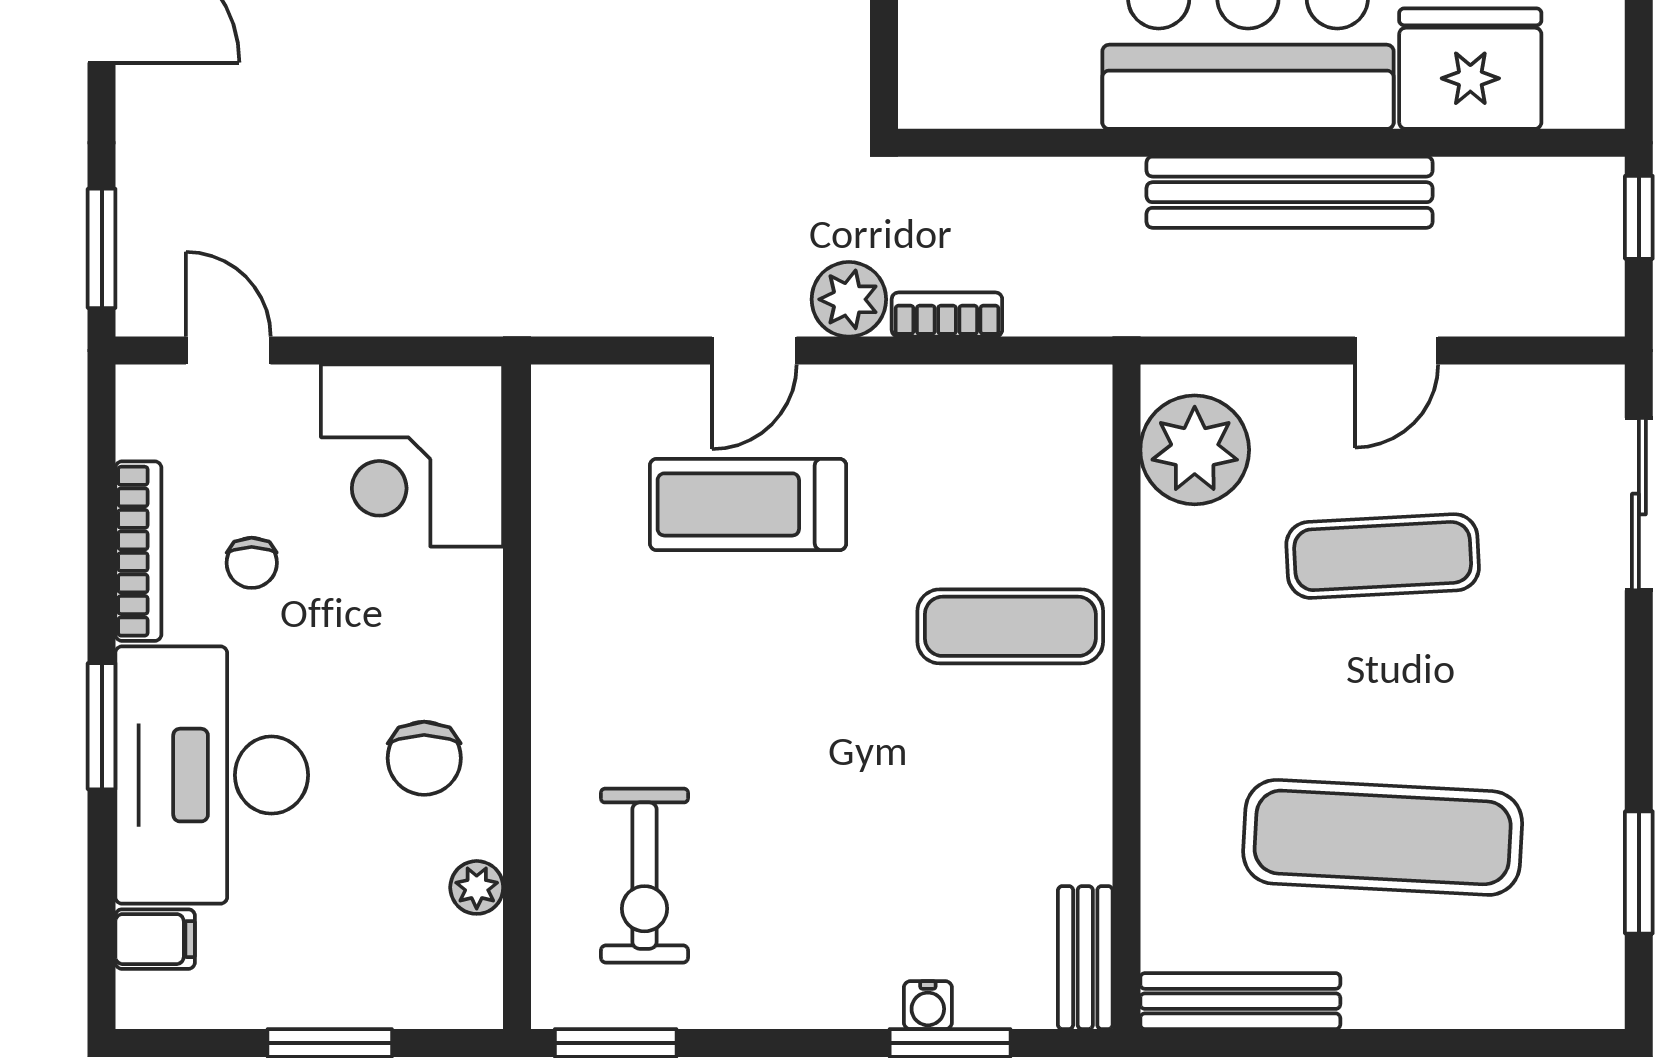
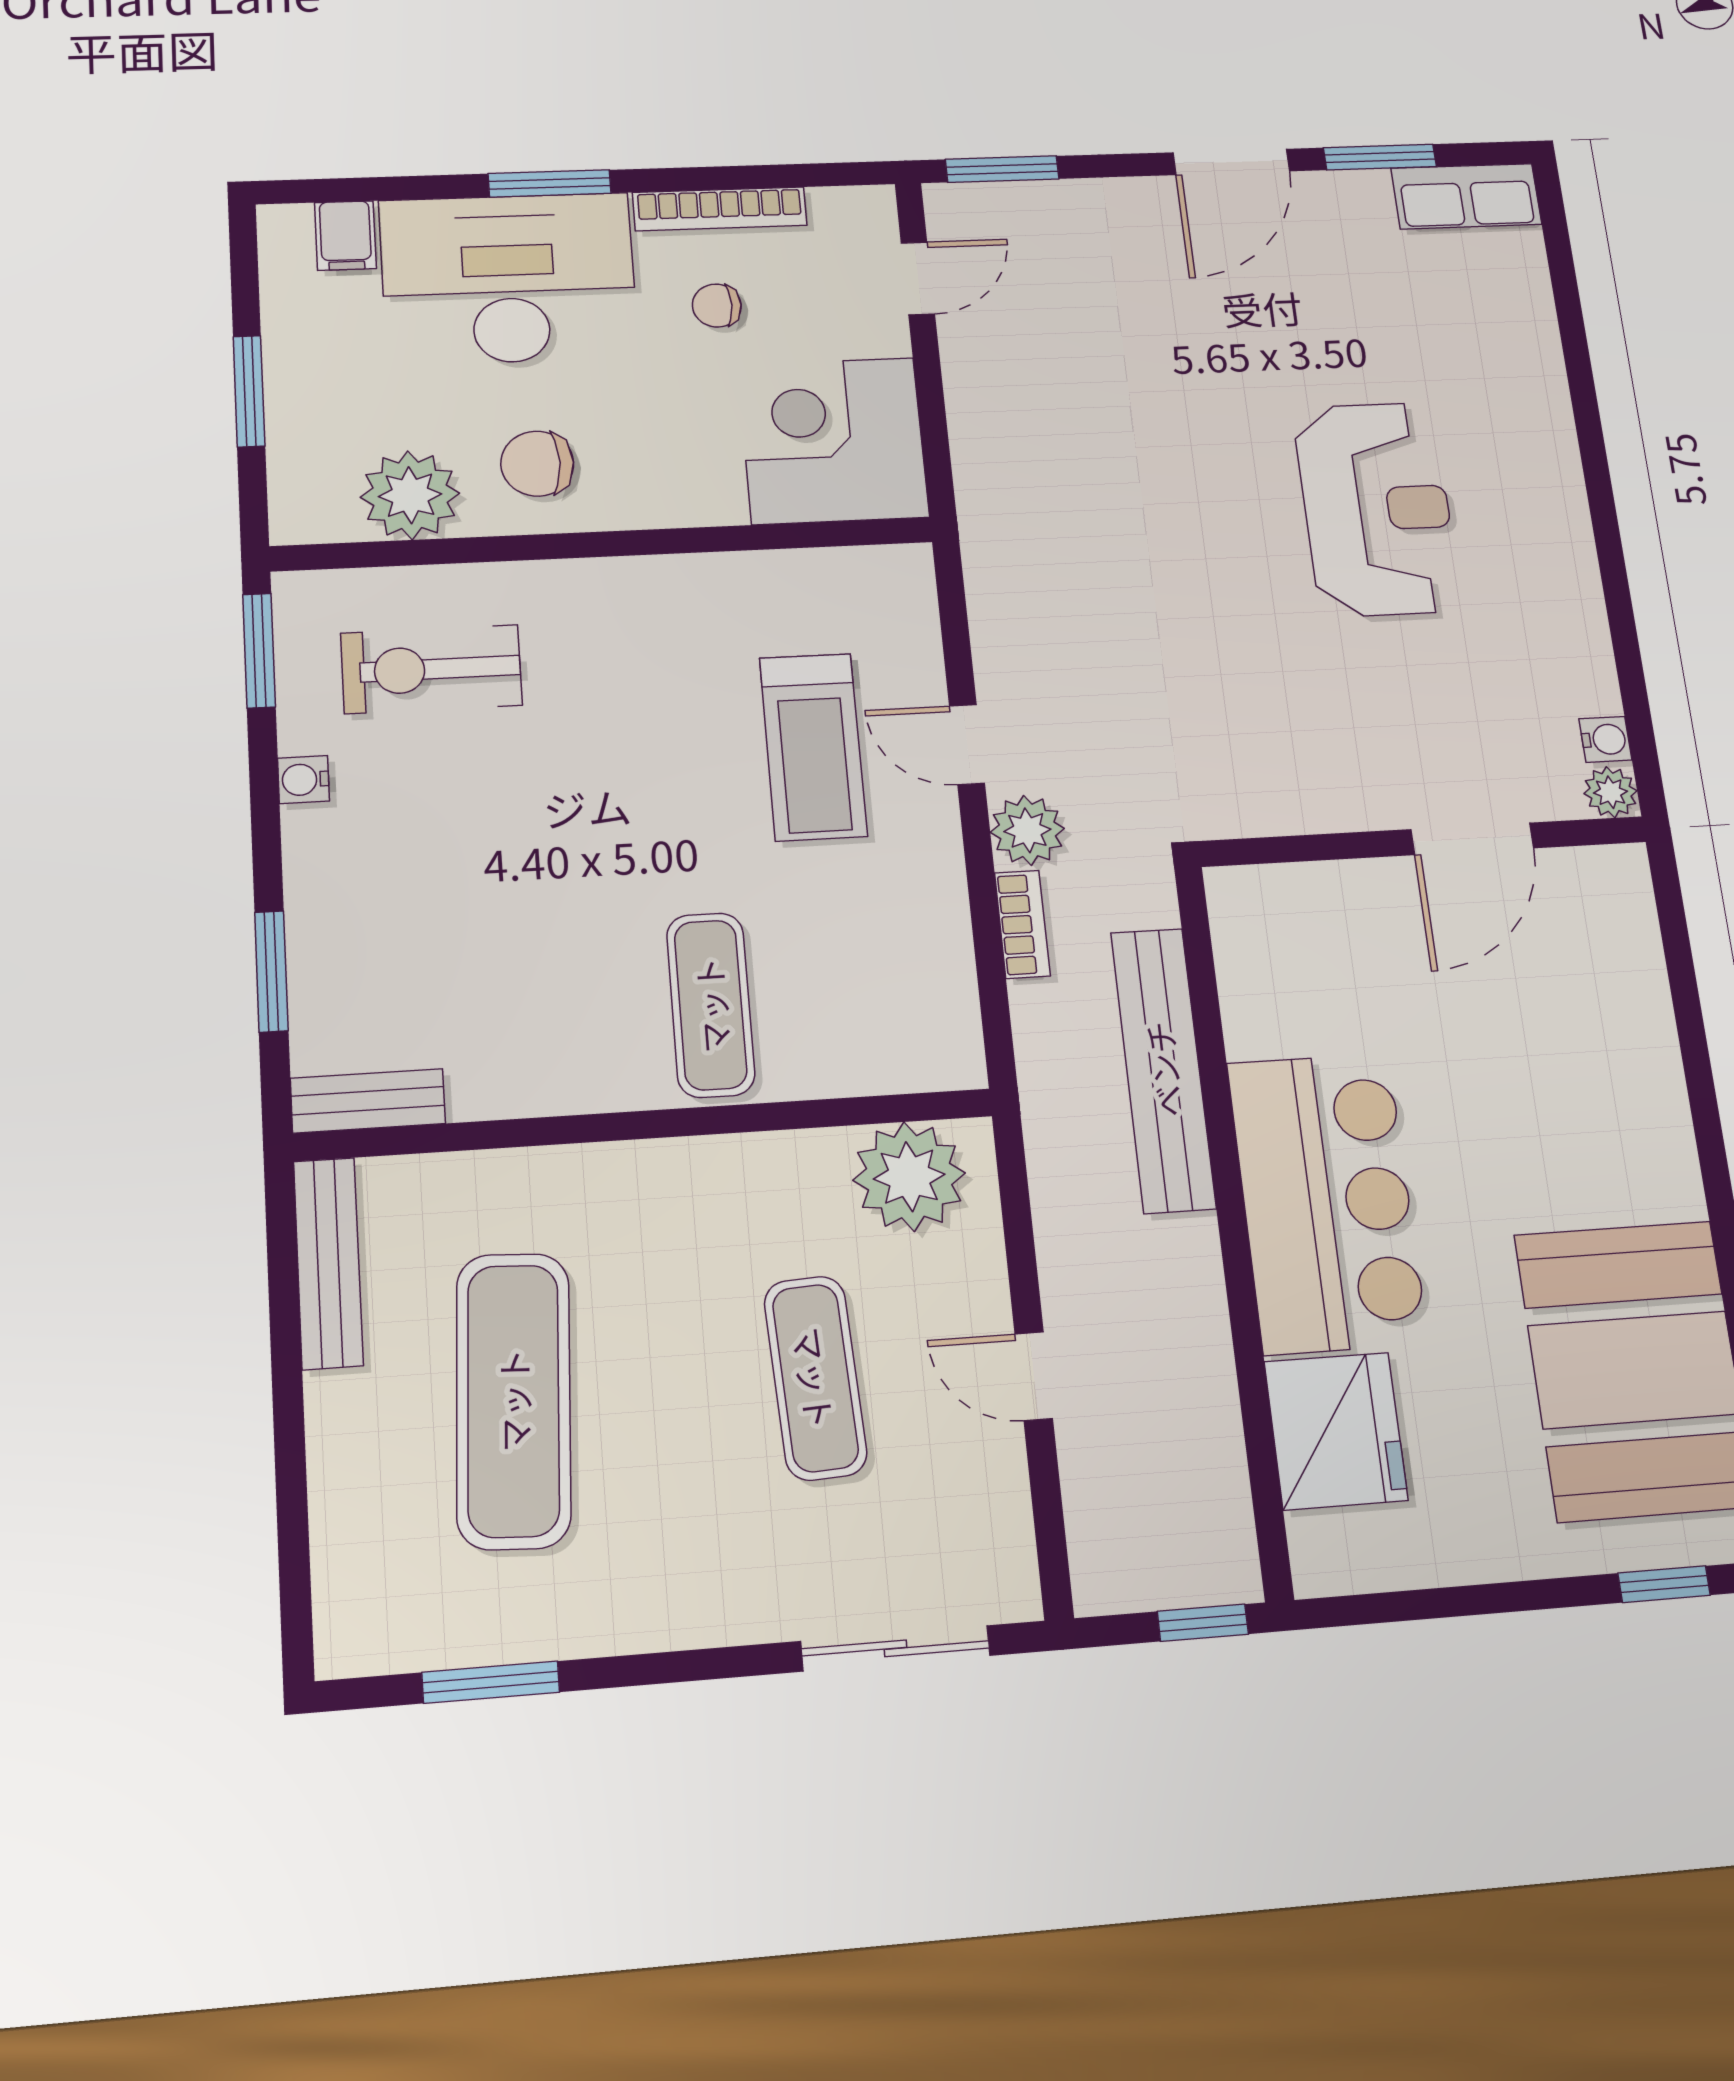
bench: (1290, 192) -> (1163, 1069), moved
treadmill: (748, 504) -> (813, 747), turned 180
plant: (477, 887) -> (410, 495), width x1.88, depth x1.88
water cooler: (928, 1005) -> (303, 780), moved

